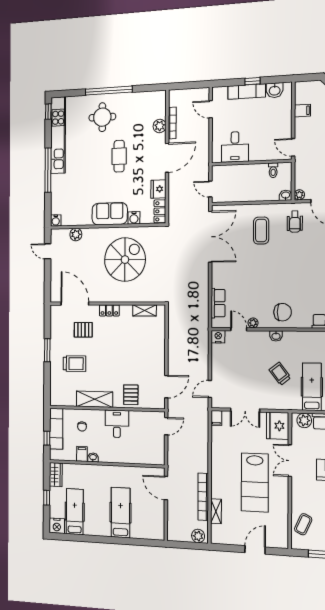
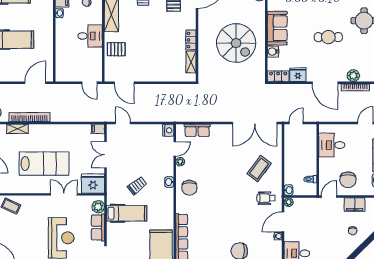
filing cabinet: (302, 111) -> (355, 205), width x2.00
chair: (274, 126) -> (348, 180), added
coffee table: (261, 231) -> (259, 169), turned -53
locker: (109, 310) -> (191, 40), moved
lab bench: (255, 482) -> (44, 164), turned 180

